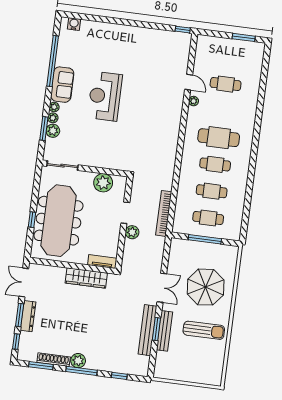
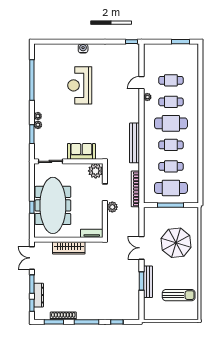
water cooler: (74, 24) -> (83, 48), moved
door: (189, 82) -> (142, 83), swing flipped
sofa: (62, 85) -> (81, 151), moved, turned -90
reception desk: (105, 96) -> (80, 85), moved
cafe table: (222, 111) -> (171, 102), added
plant: (53, 131) -> (39, 135), removed
plant: (103, 183) -> (96, 171), moved
cafe table: (208, 218) -> (171, 188), width x1.37, depth x1.35
wardrobe: (86, 278) -> (69, 248), moved
double door: (162, 288) -> (142, 248), swing flipped
dresser: (28, 316) -> (39, 295), moved
bench: (147, 330) -> (135, 143), moved
sun lounger: (204, 330) -> (179, 295), moved
plant: (78, 361) -> (83, 314), removed

